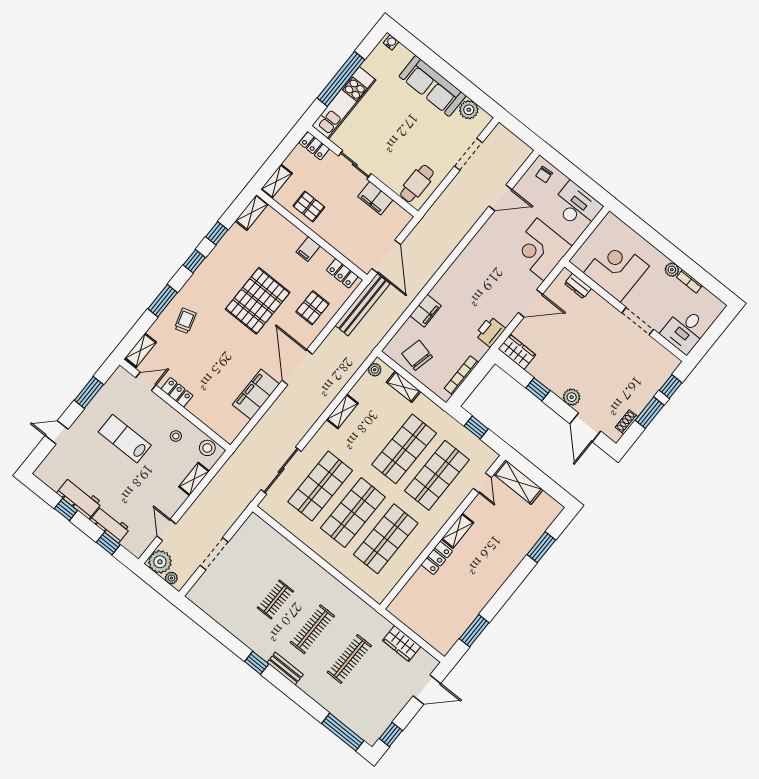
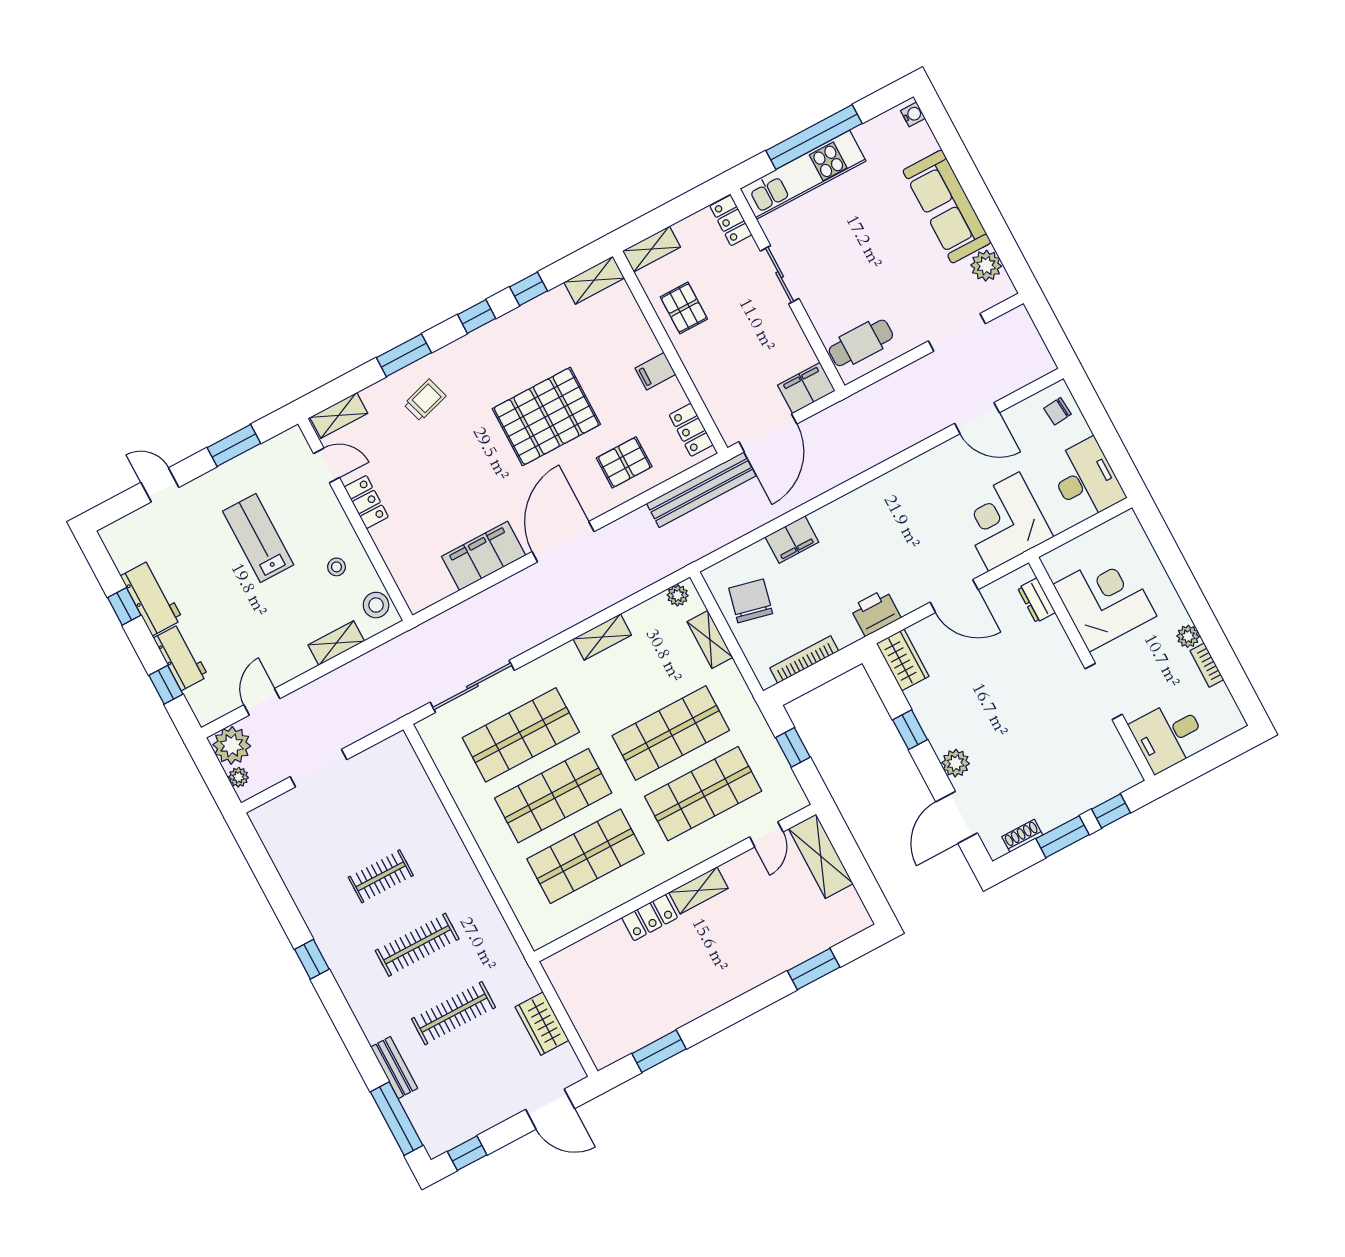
filing cabinet: (375, 198) -> (806, 388), moved, turned 90
bench: (285, 669) -> (394, 1068), moved

